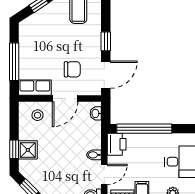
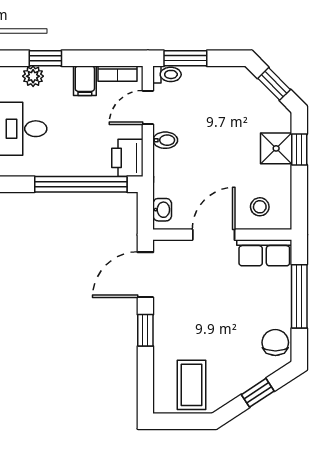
chair: (72, 69) -> (275, 342), moved, turned 90

